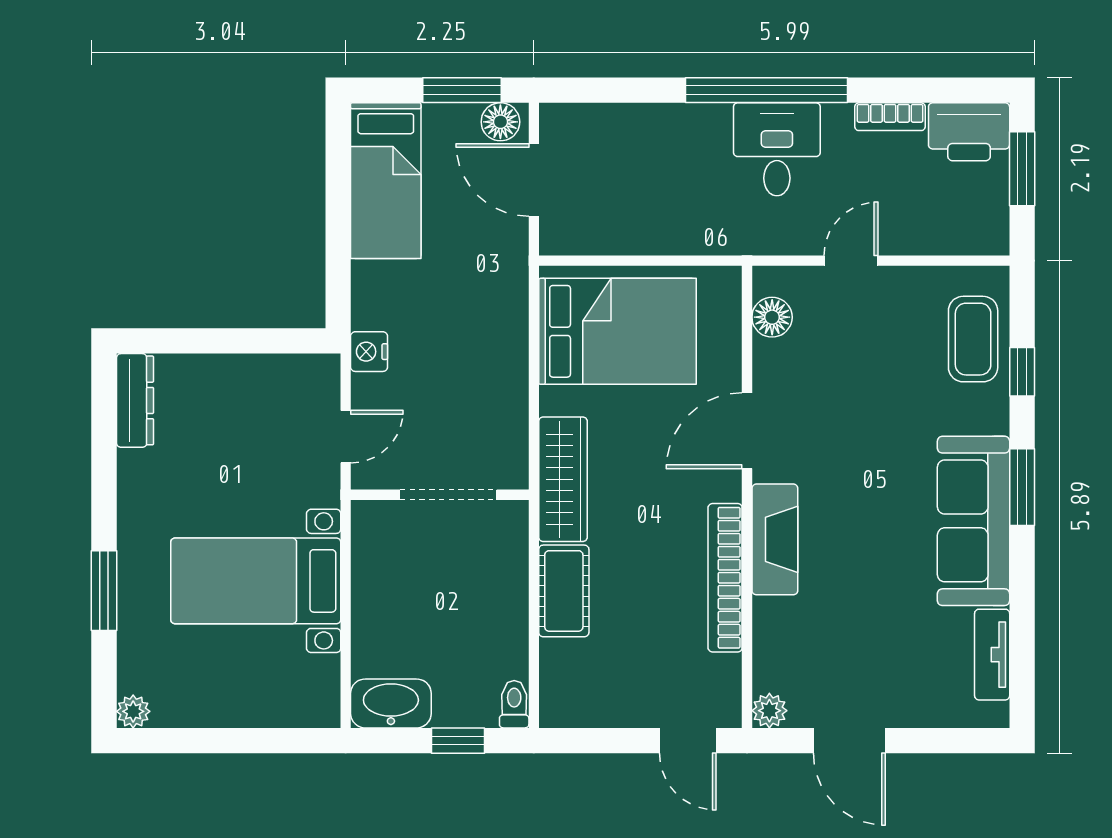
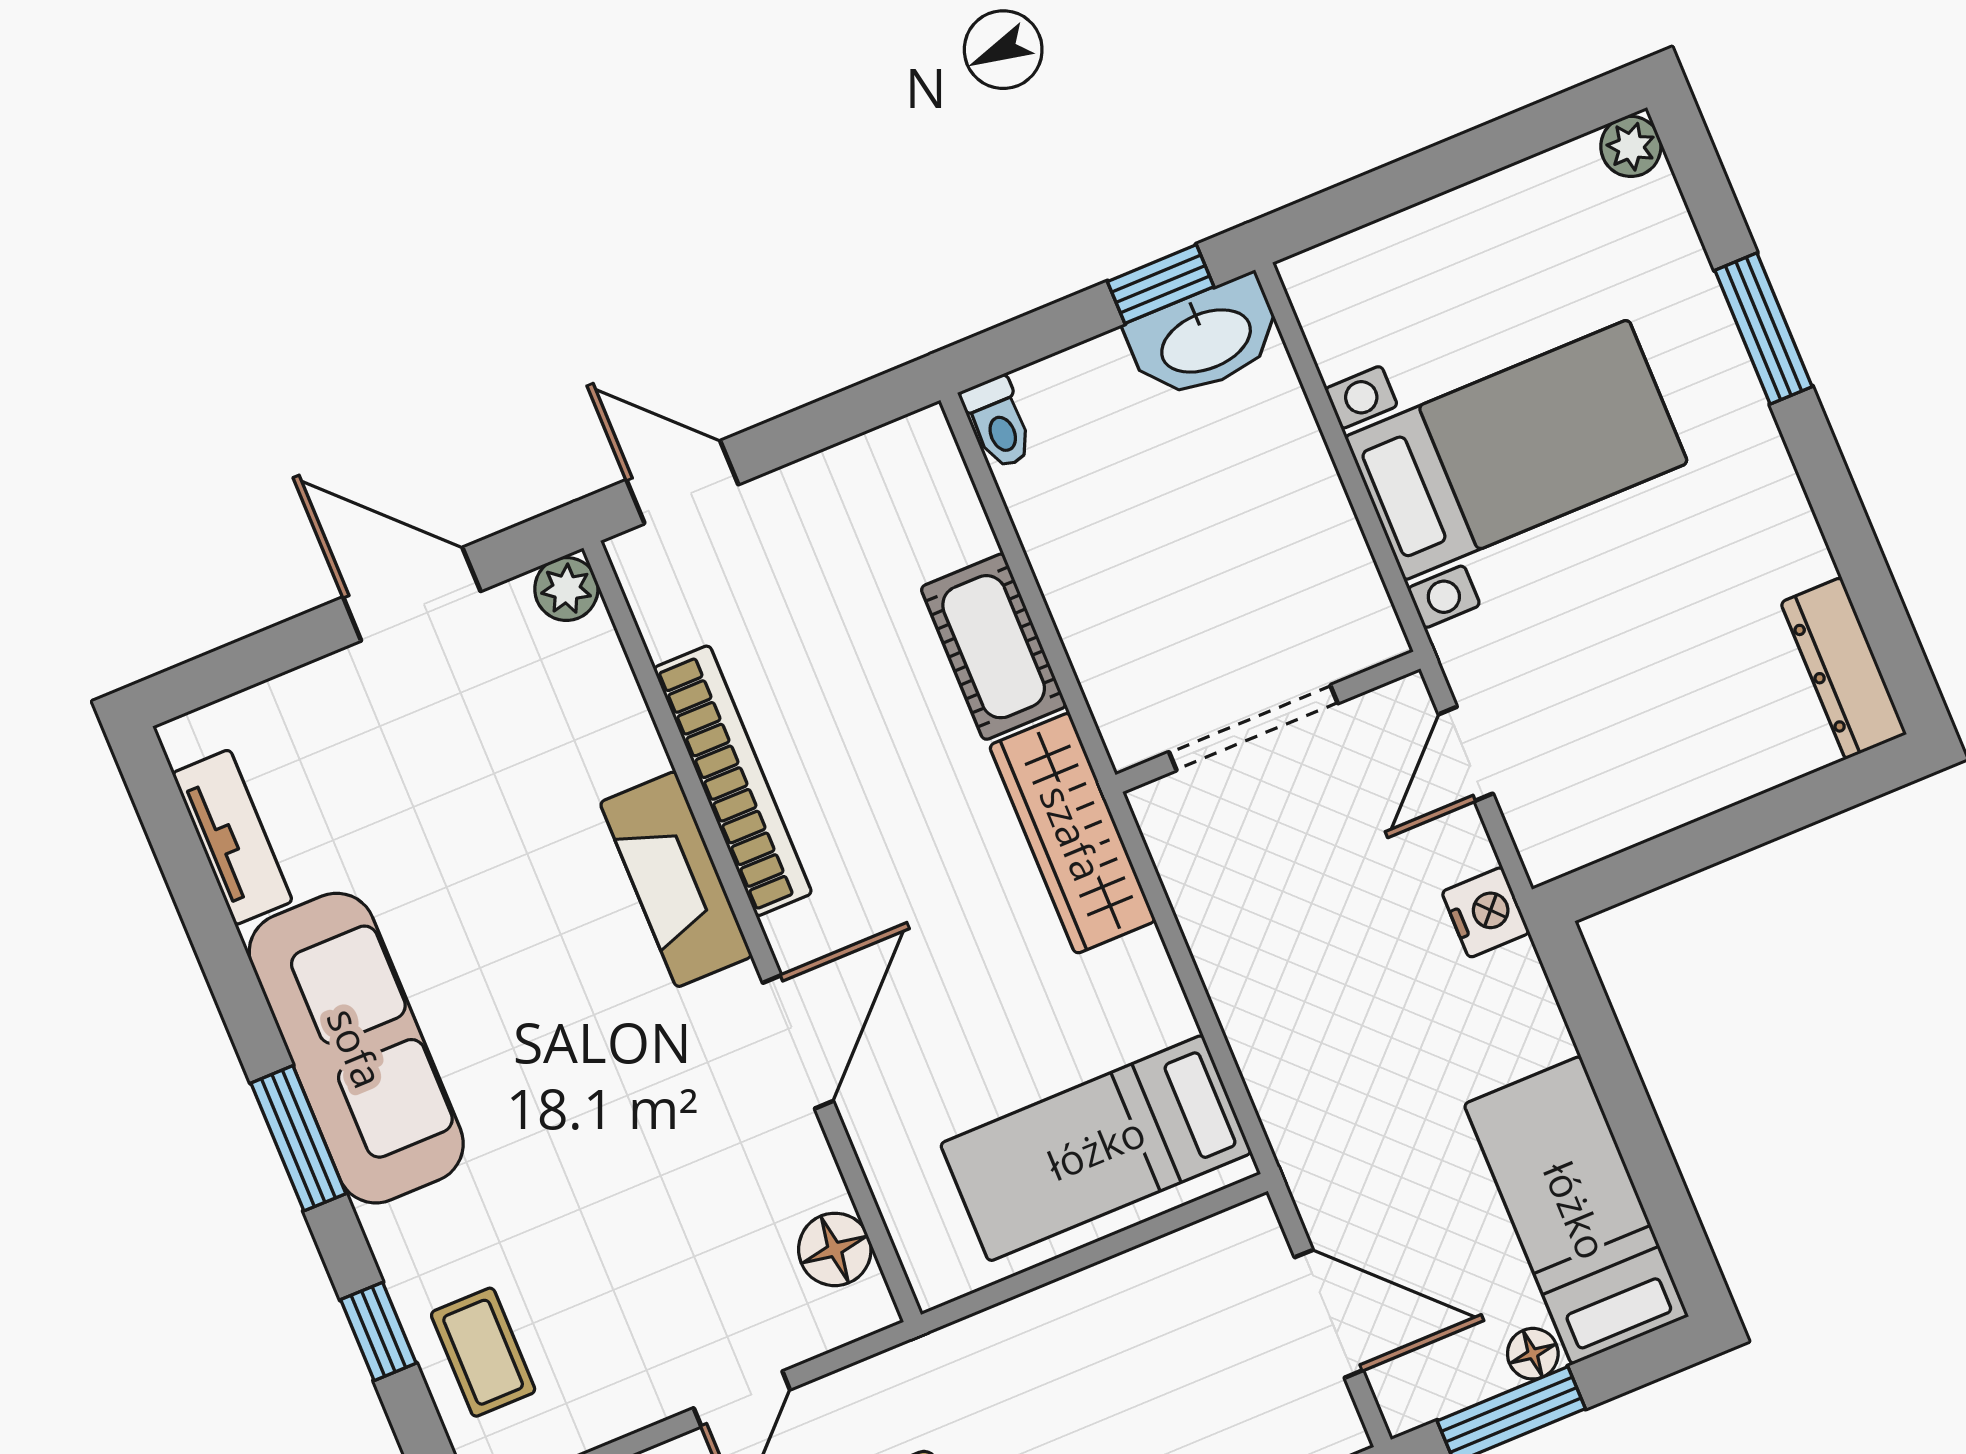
floor lamp: (500, 122) -> (1533, 1354), moved, width x0.73, depth x0.73
bed: (618, 331) -> (1096, 1148), width x0.67
coffee table: (973, 339) -> (483, 1352), width x0.73, depth x0.77
window: (458, 741) -> (1161, 284), moved

